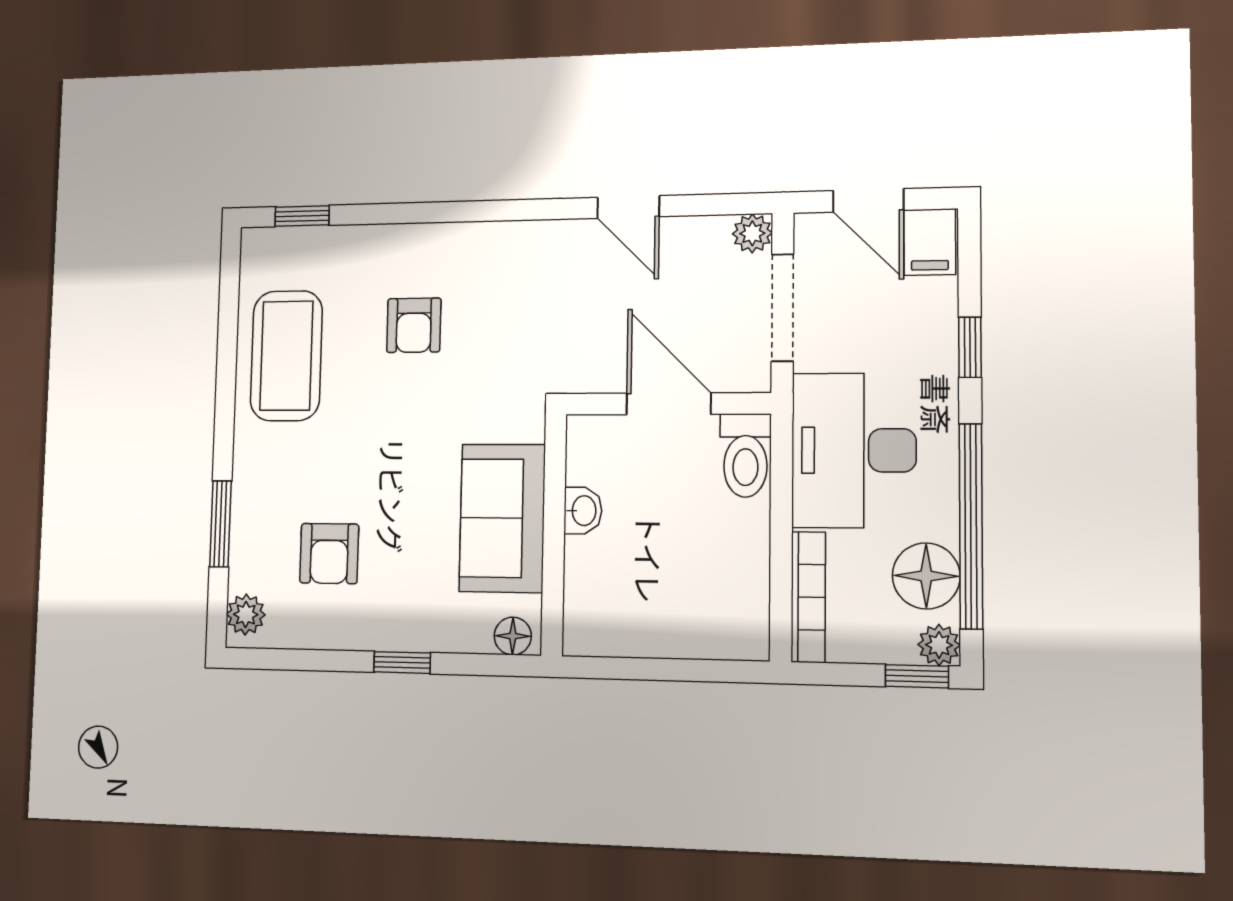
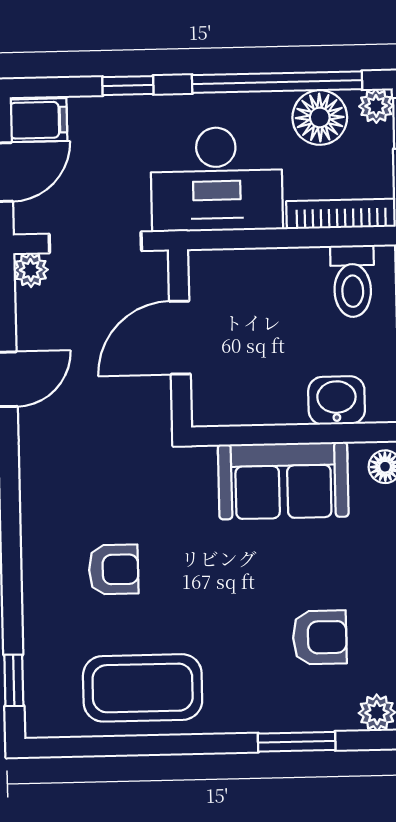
toilet: (745, 455) -> (353, 281), moved, turned 90
washbasin: (583, 511) -> (337, 400), moved, width x1.38, depth x1.45

